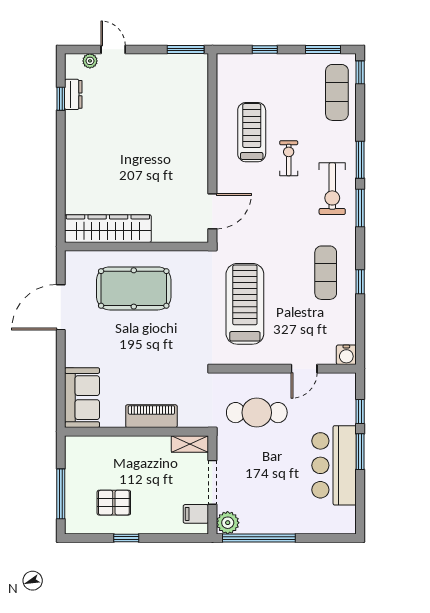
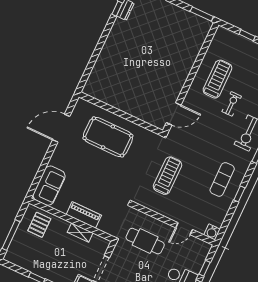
wardrobe: (108, 229) -> (109, 96), removed
treadmill: (245, 304) -> (167, 176), width x0.73, depth x0.73
shelving: (190, 444) -> (80, 233), moved
pallet: (114, 503) -> (39, 225), moved, turned 90

